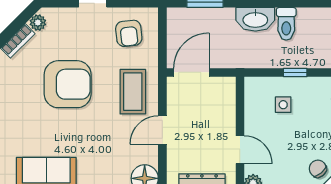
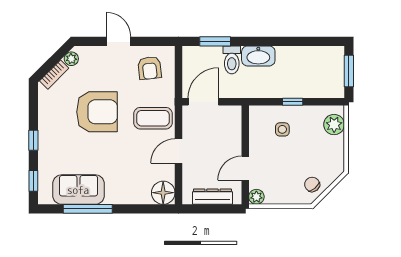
toilet: (286, 24) -> (232, 60), moved
coffee table: (133, 92) -> (153, 118), turned 90
door: (240, 150) -> (245, 168), swing flipped

